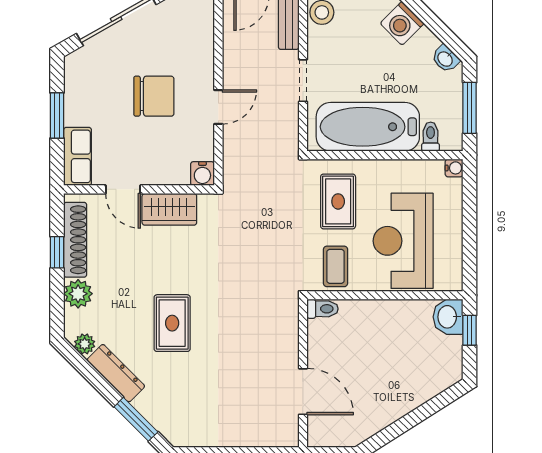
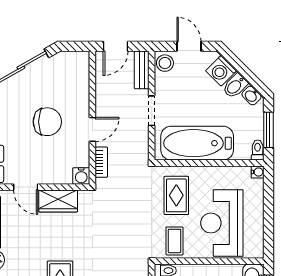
bidet: (422, 45) -> (235, 86), added
toilet: (431, 137) -> (258, 150), moved
bookcase: (231, 154) -> (101, 162), added

